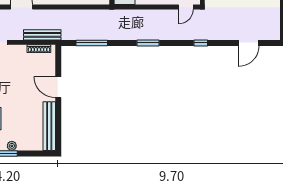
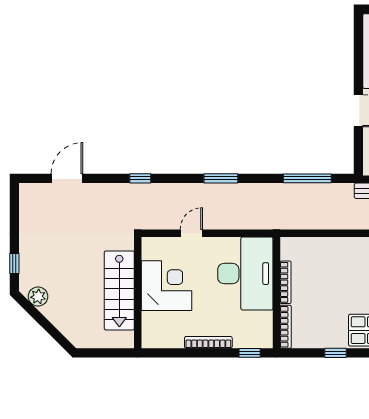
door: (186, 7) -> (191, 233), moved

